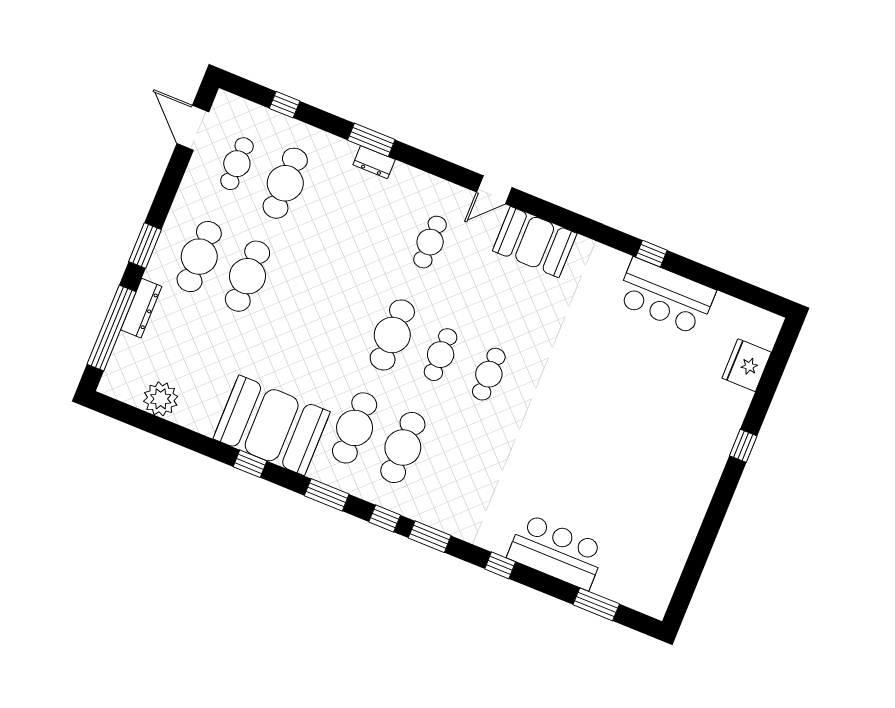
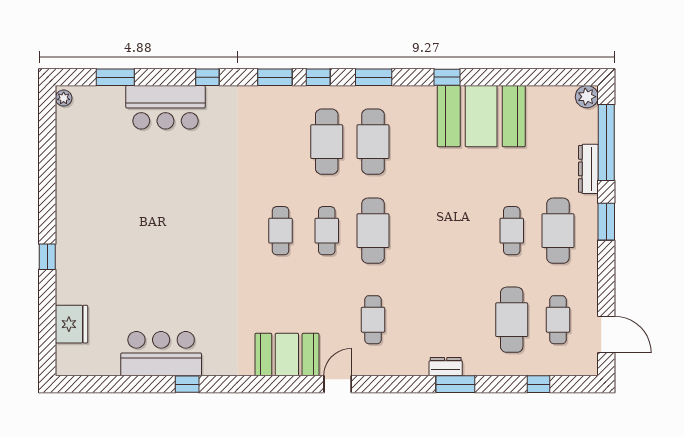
cafe table: (247, 276) -> (512, 231), width x0.73, depth x0.74
plant: (161, 399) -> (587, 97), moved, width x0.73, depth x0.73
booth: (272, 425) -> (481, 116), moved
plant: (659, 605) -> (64, 98), added

